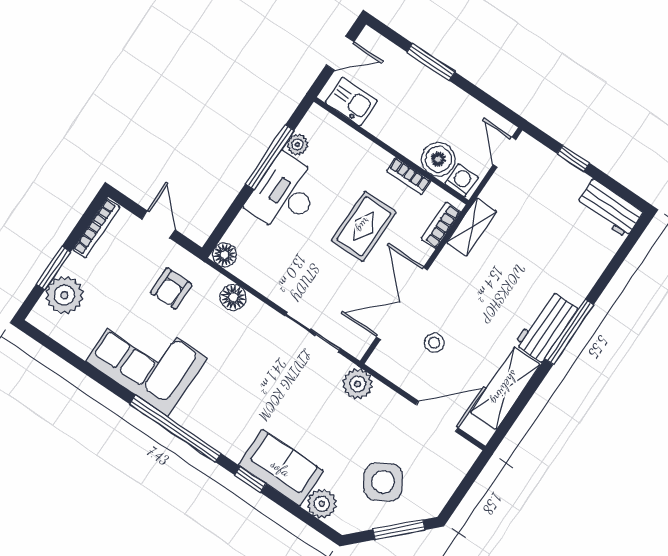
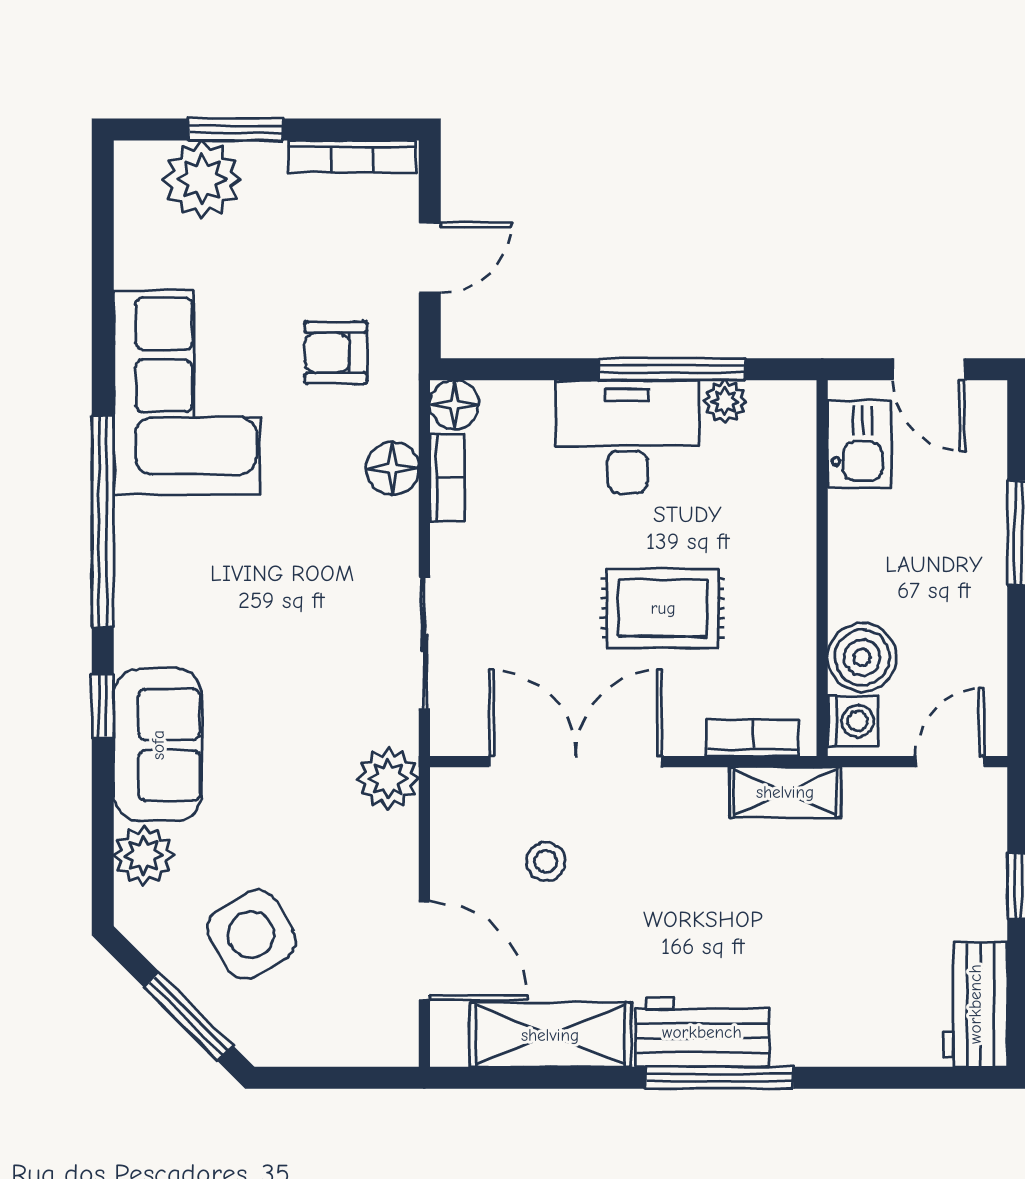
bookcase: (409, 176) -> (447, 477), moved, turned 180

